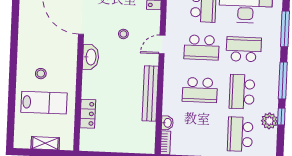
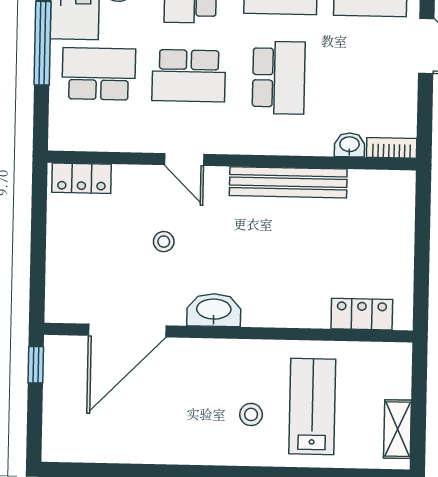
school desk: (202, 47) -> (189, 76), turned 90
locker: (88, 114) -> (362, 314), moved
shelving: (45, 143) -> (397, 429), moved

